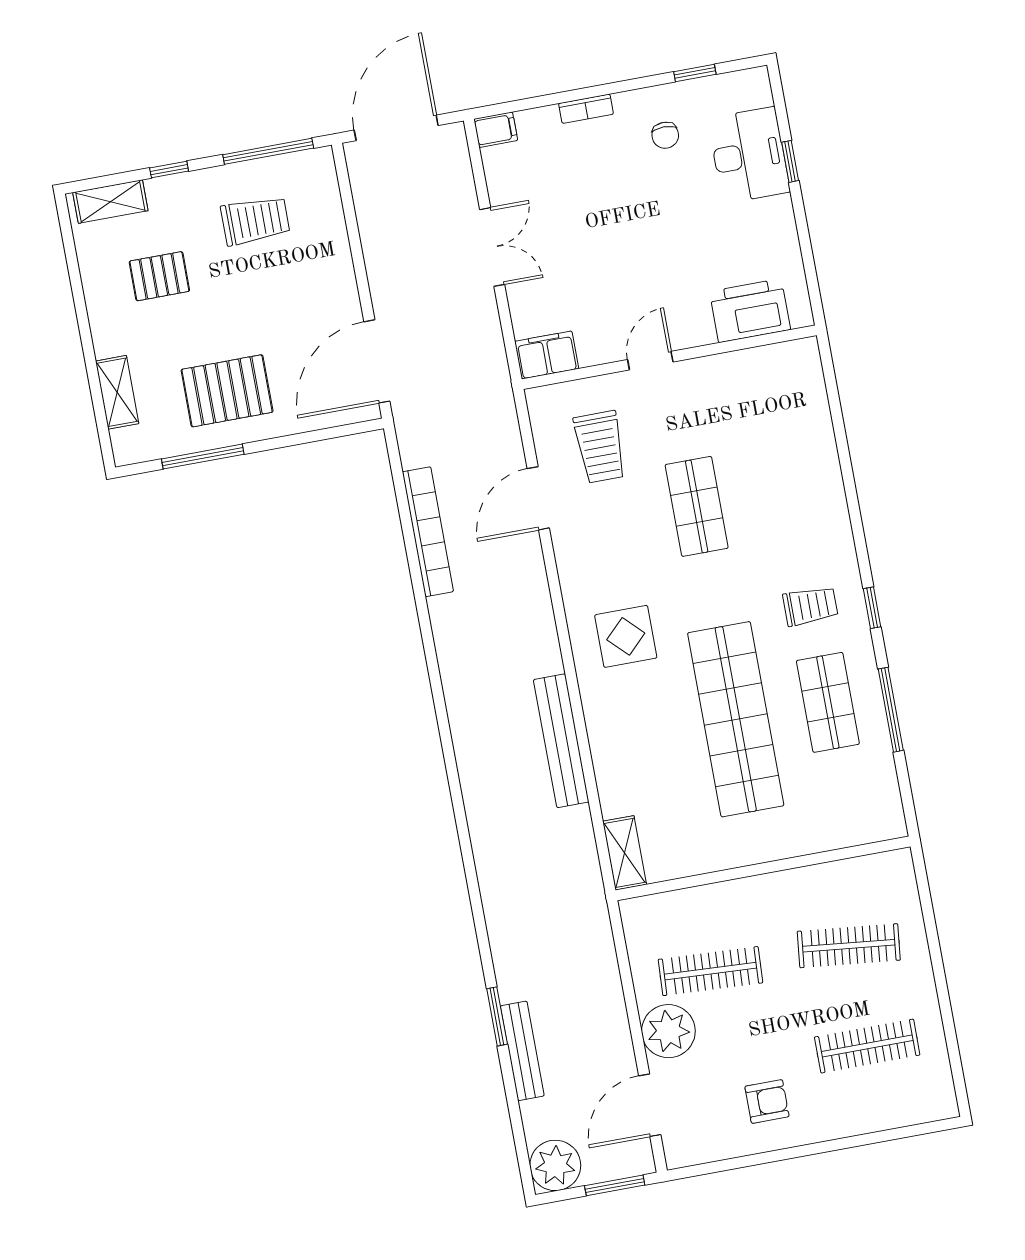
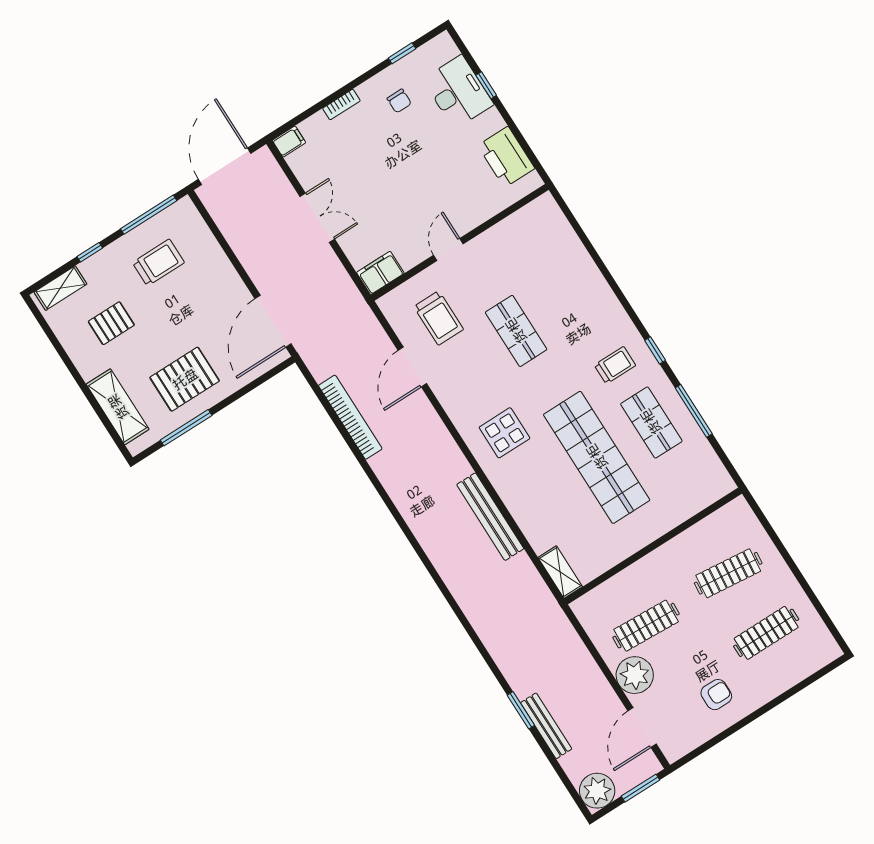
printer: (750, 311) -> (506, 157), moved, turned -90
shelving: (117, 392) -> (118, 407), width x1.50, depth x1.33

